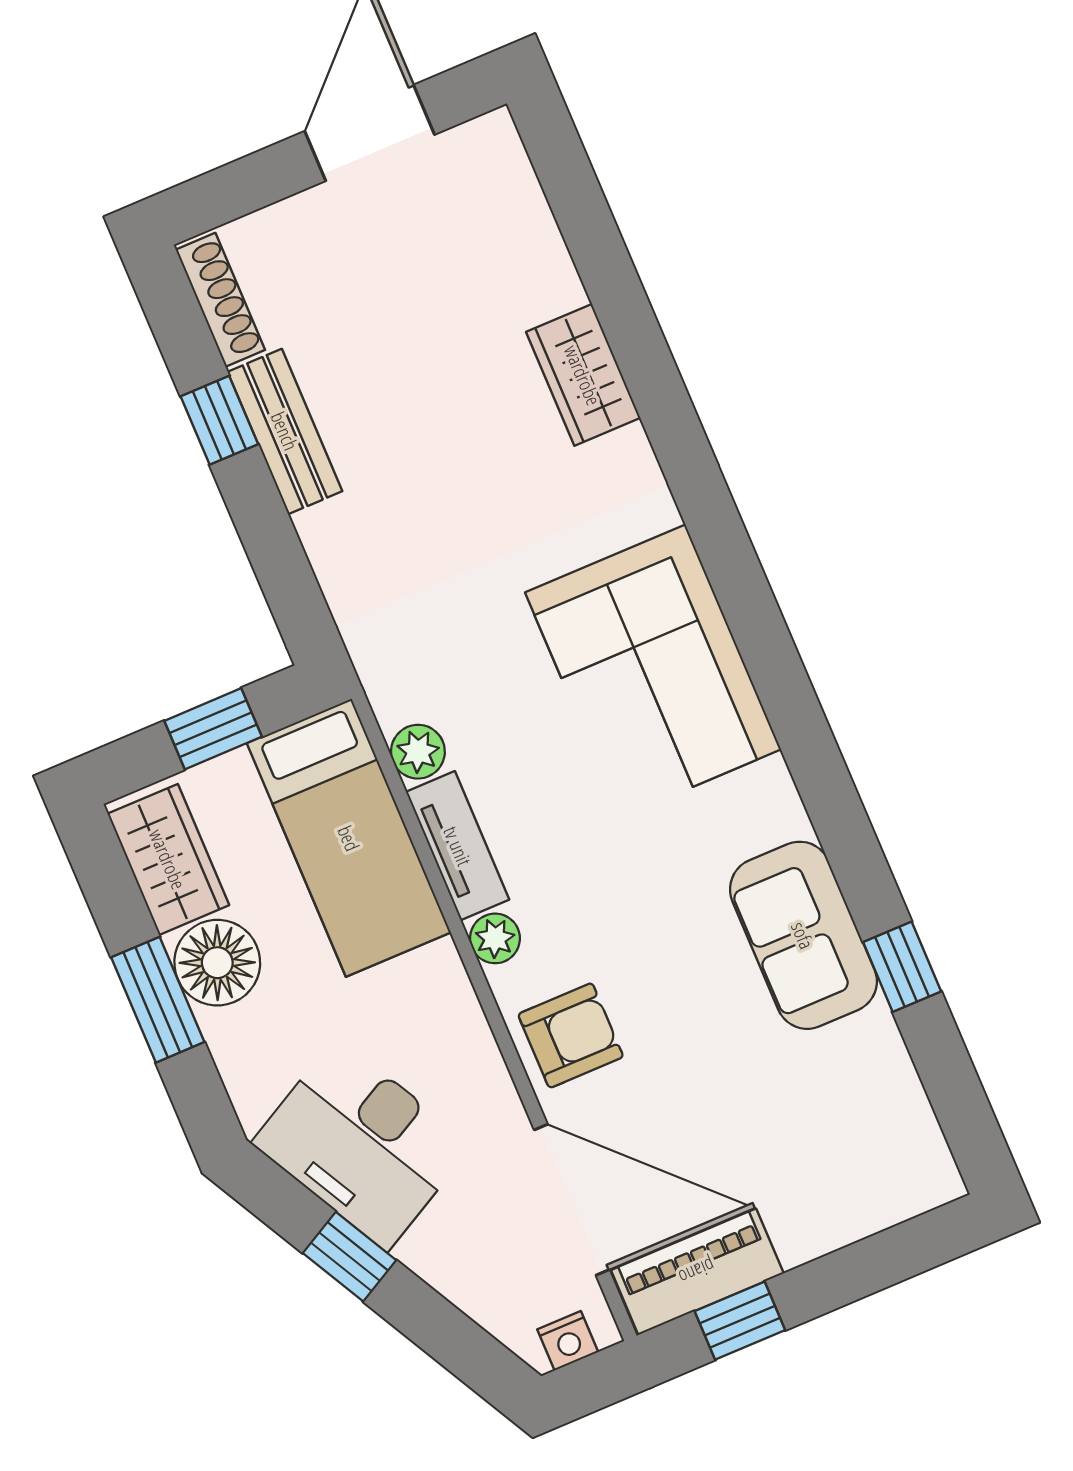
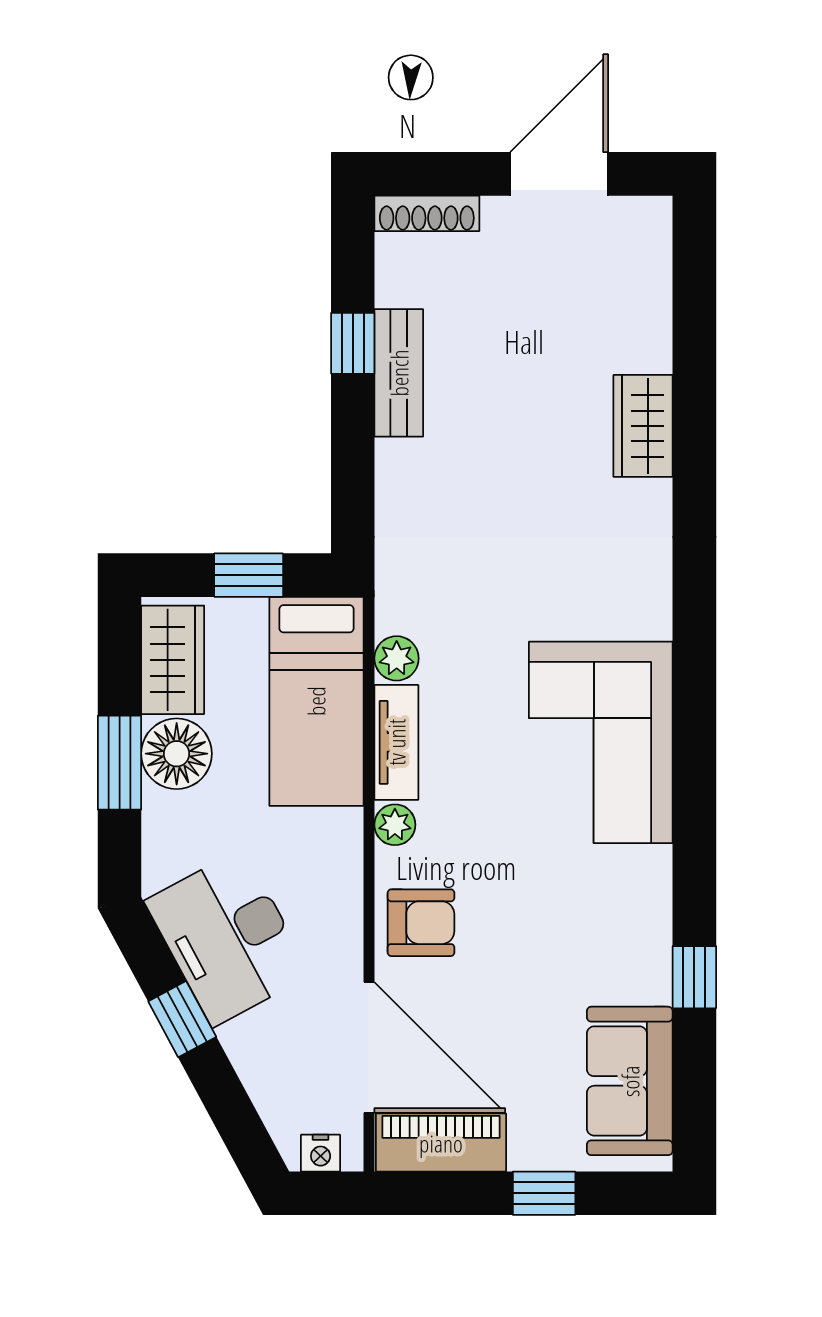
shoe rack: (220, 300) -> (427, 213), moved, turned 90
corner sofa: (653, 671) -> (601, 742), moved
sofa: (803, 935) -> (630, 1081), moved
window: (740, 1321) -> (544, 1193), moved

